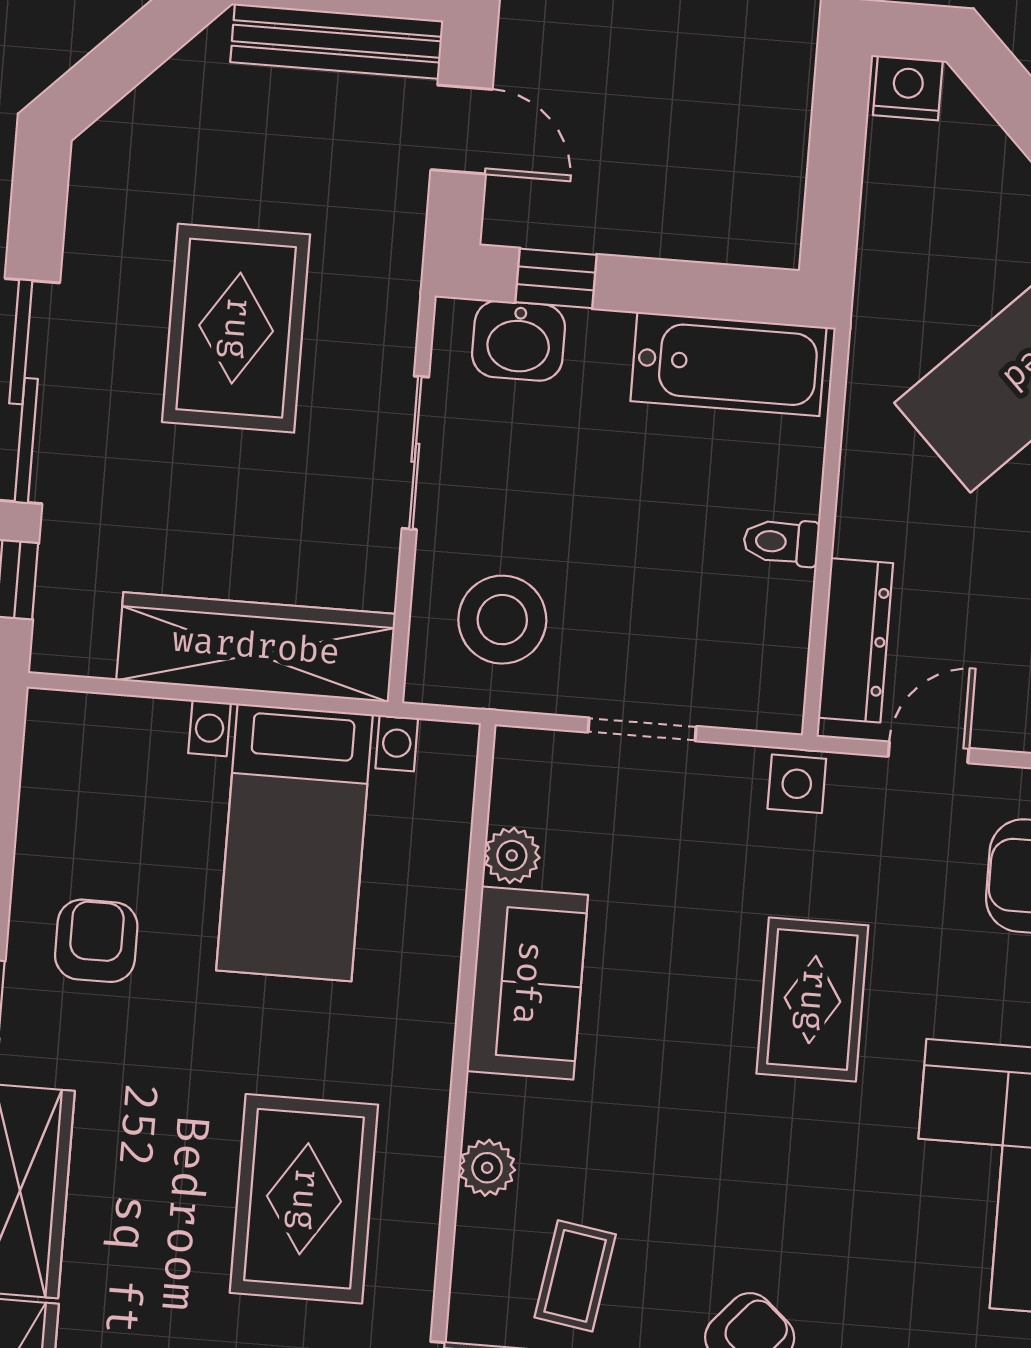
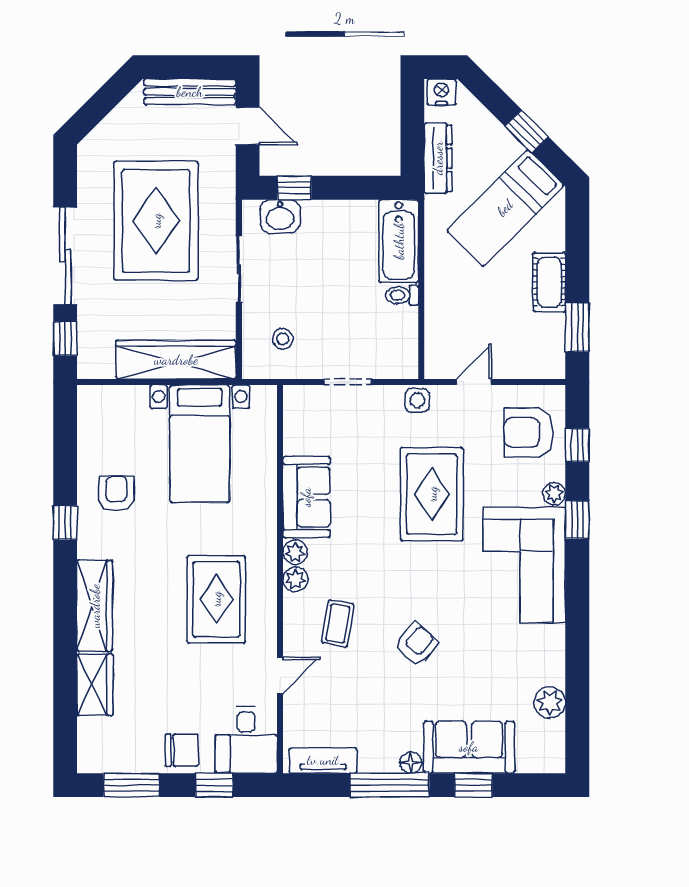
rug: (236, 328) -> (156, 221), width x1.37, depth x1.44
bathtub: (728, 364) -> (399, 241), moved, turned 90
stool: (502, 620) -> (283, 339), width x0.53, depth x0.53
dresser: (855, 640) -> (438, 158), moved
plant: (512, 855) -> (295, 552), moved
rug: (812, 1000) -> (432, 494), width x1.36, depth x1.43

